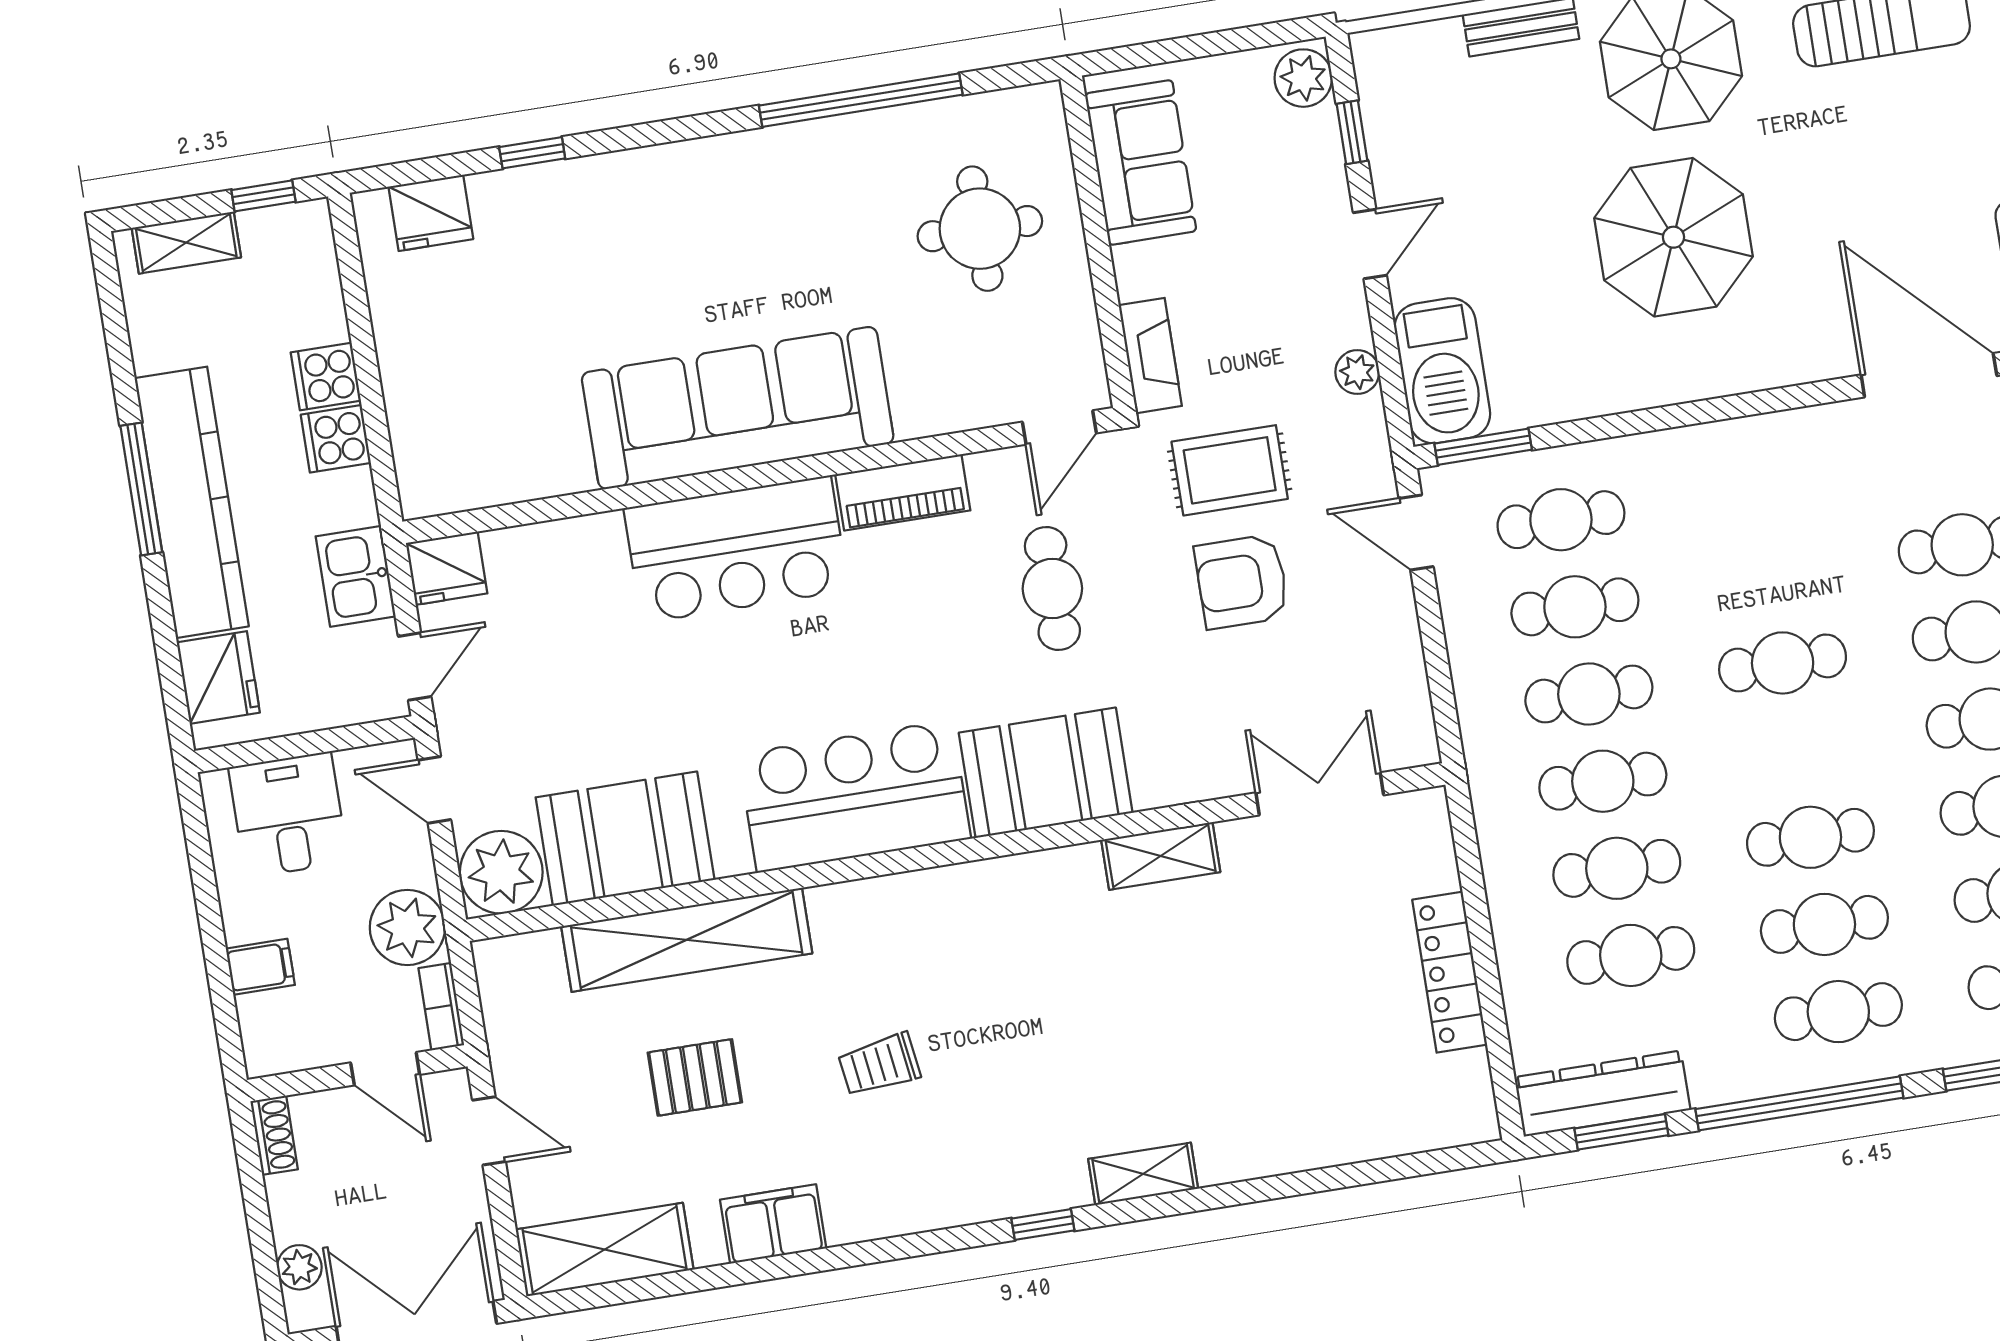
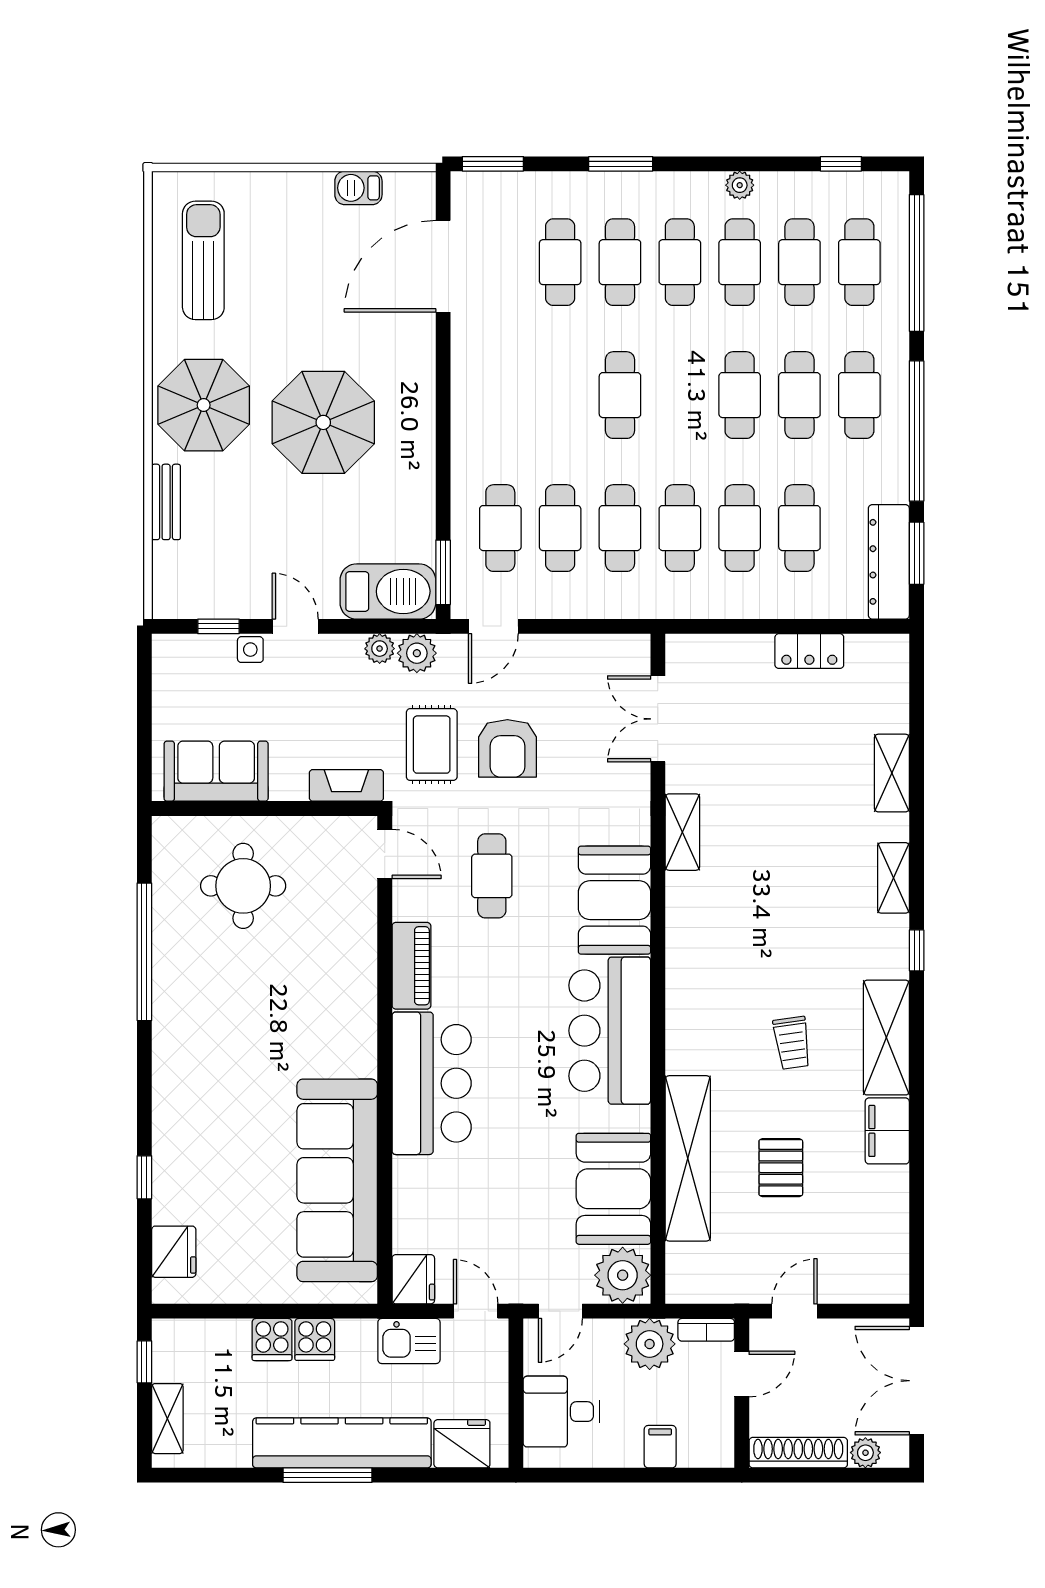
plant: (1303, 78) -> (417, 653), moved
side table: (1326, 184) -> (250, 650), added
sofa: (738, 408) -> (337, 1180), moved
cafe table: (1052, 588) -> (492, 876), turned 90
locker: (1450, 972) -> (809, 651), width x0.66
shoe rack: (274, 1135) -> (798, 1453), width x1.94, depth x1.24
shelving: (1296, 1147) -> (892, 773), added
shelving: (605, 1250) -> (886, 1038), moved

